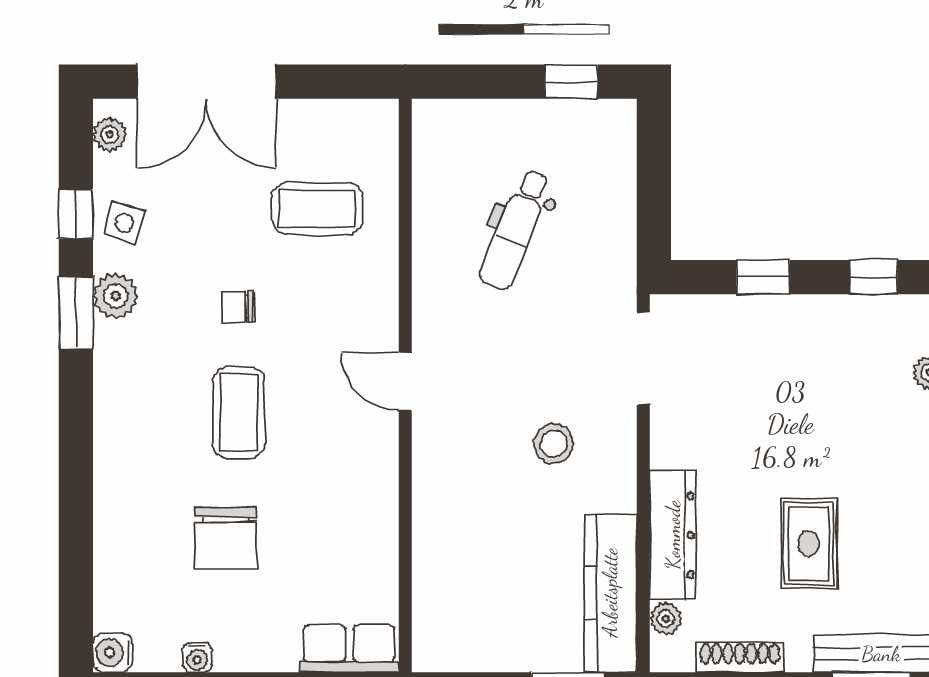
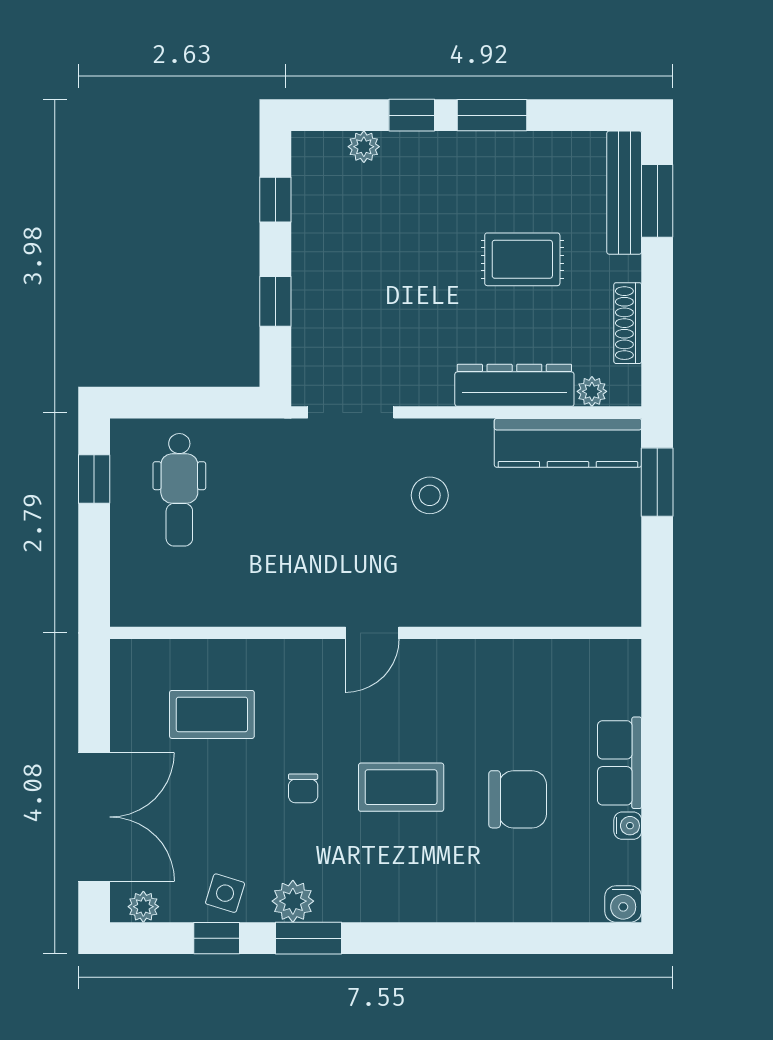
coffee table: (317, 209) -> (212, 714), turned 90
dental chair: (515, 230) -> (179, 490), moved, turned 68
row of seats: (349, 649) -> (620, 763), moved

